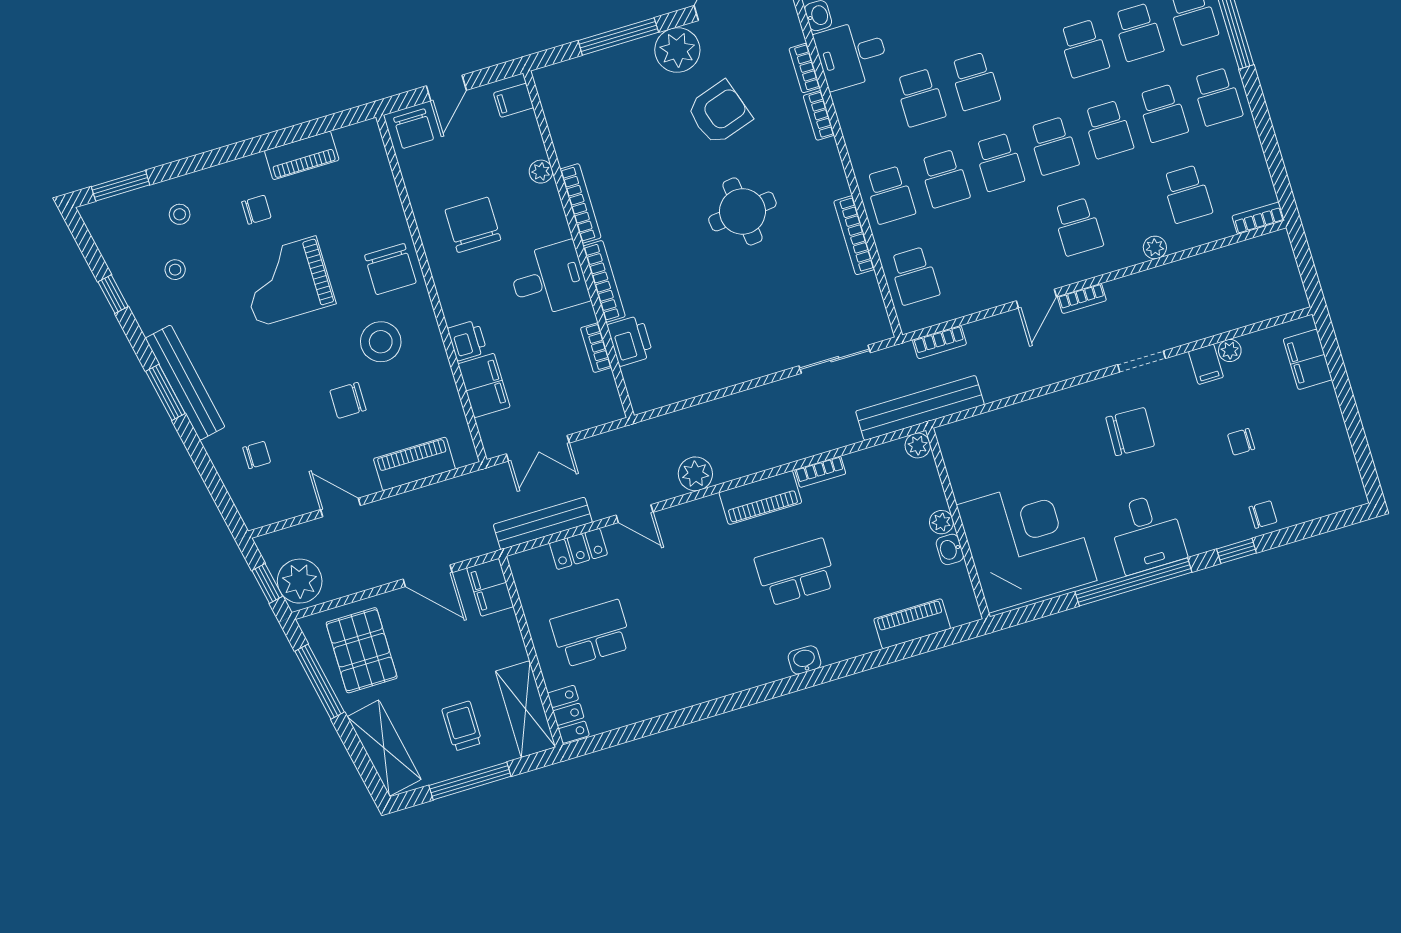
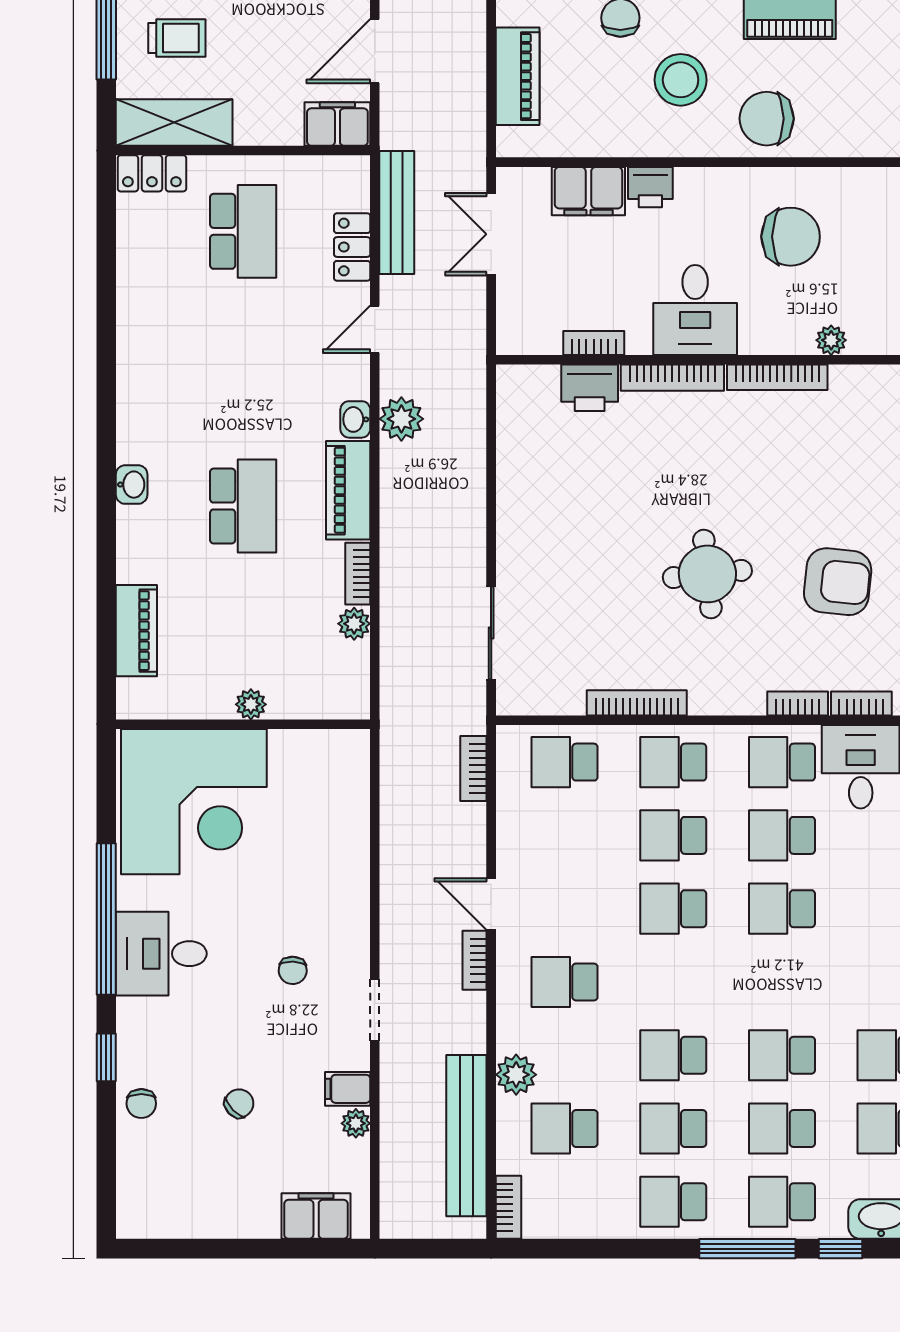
armchair: (719, 113) -> (838, 582), turned -66
school desk: (1054, 146) -> (782, 762), moved
plant: (1155, 247) -> (516, 1075), width x1.38, depth x1.38
bench: (920, 408) -> (466, 1136), moved
chair: (1130, 432) -> (293, 970), width x0.54, depth x0.54
chair: (1241, 442) -> (239, 1103), turned 46
plant: (918, 445) -> (354, 624), moved
washbasin: (950, 549) -> (355, 419), moved, turned -90

